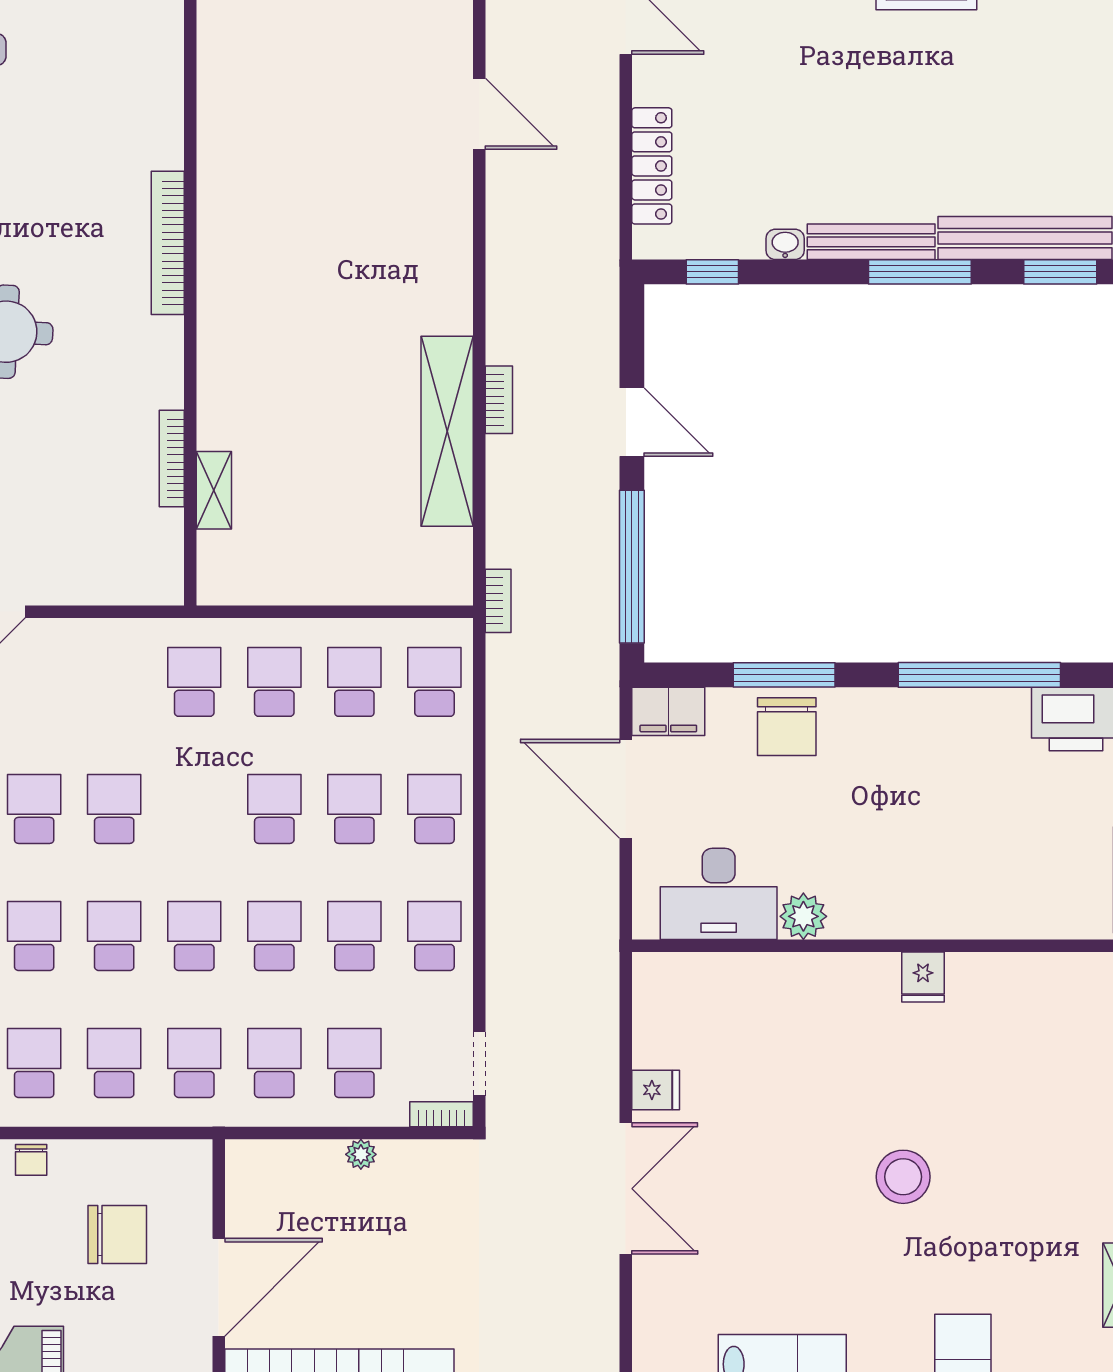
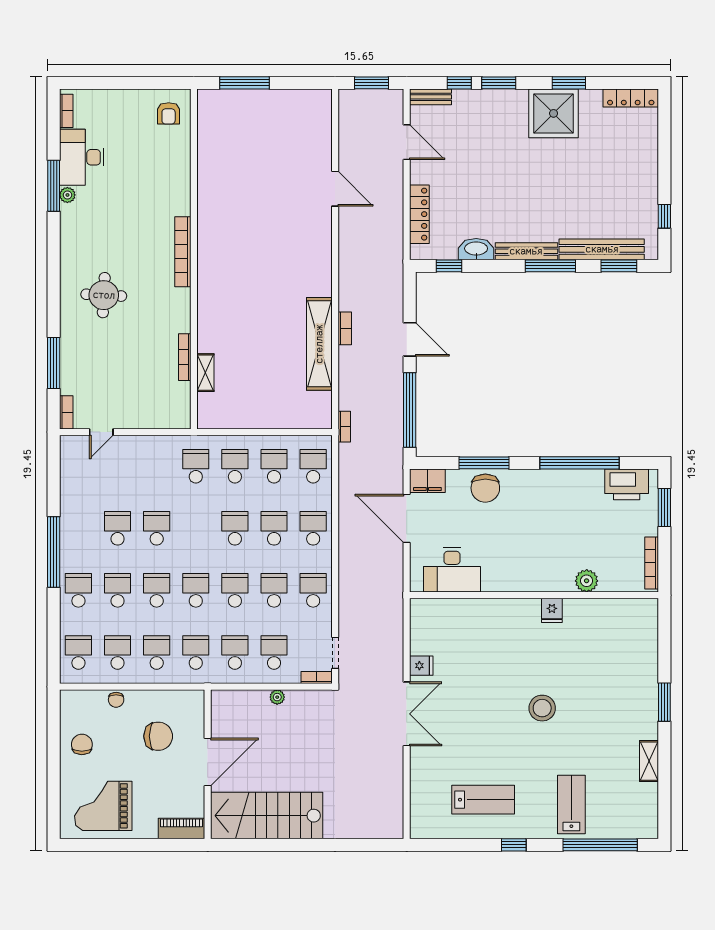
washbasin: (785, 244) -> (476, 249), width x1.91, depth x1.45
plant: (803, 916) -> (587, 581), moved

